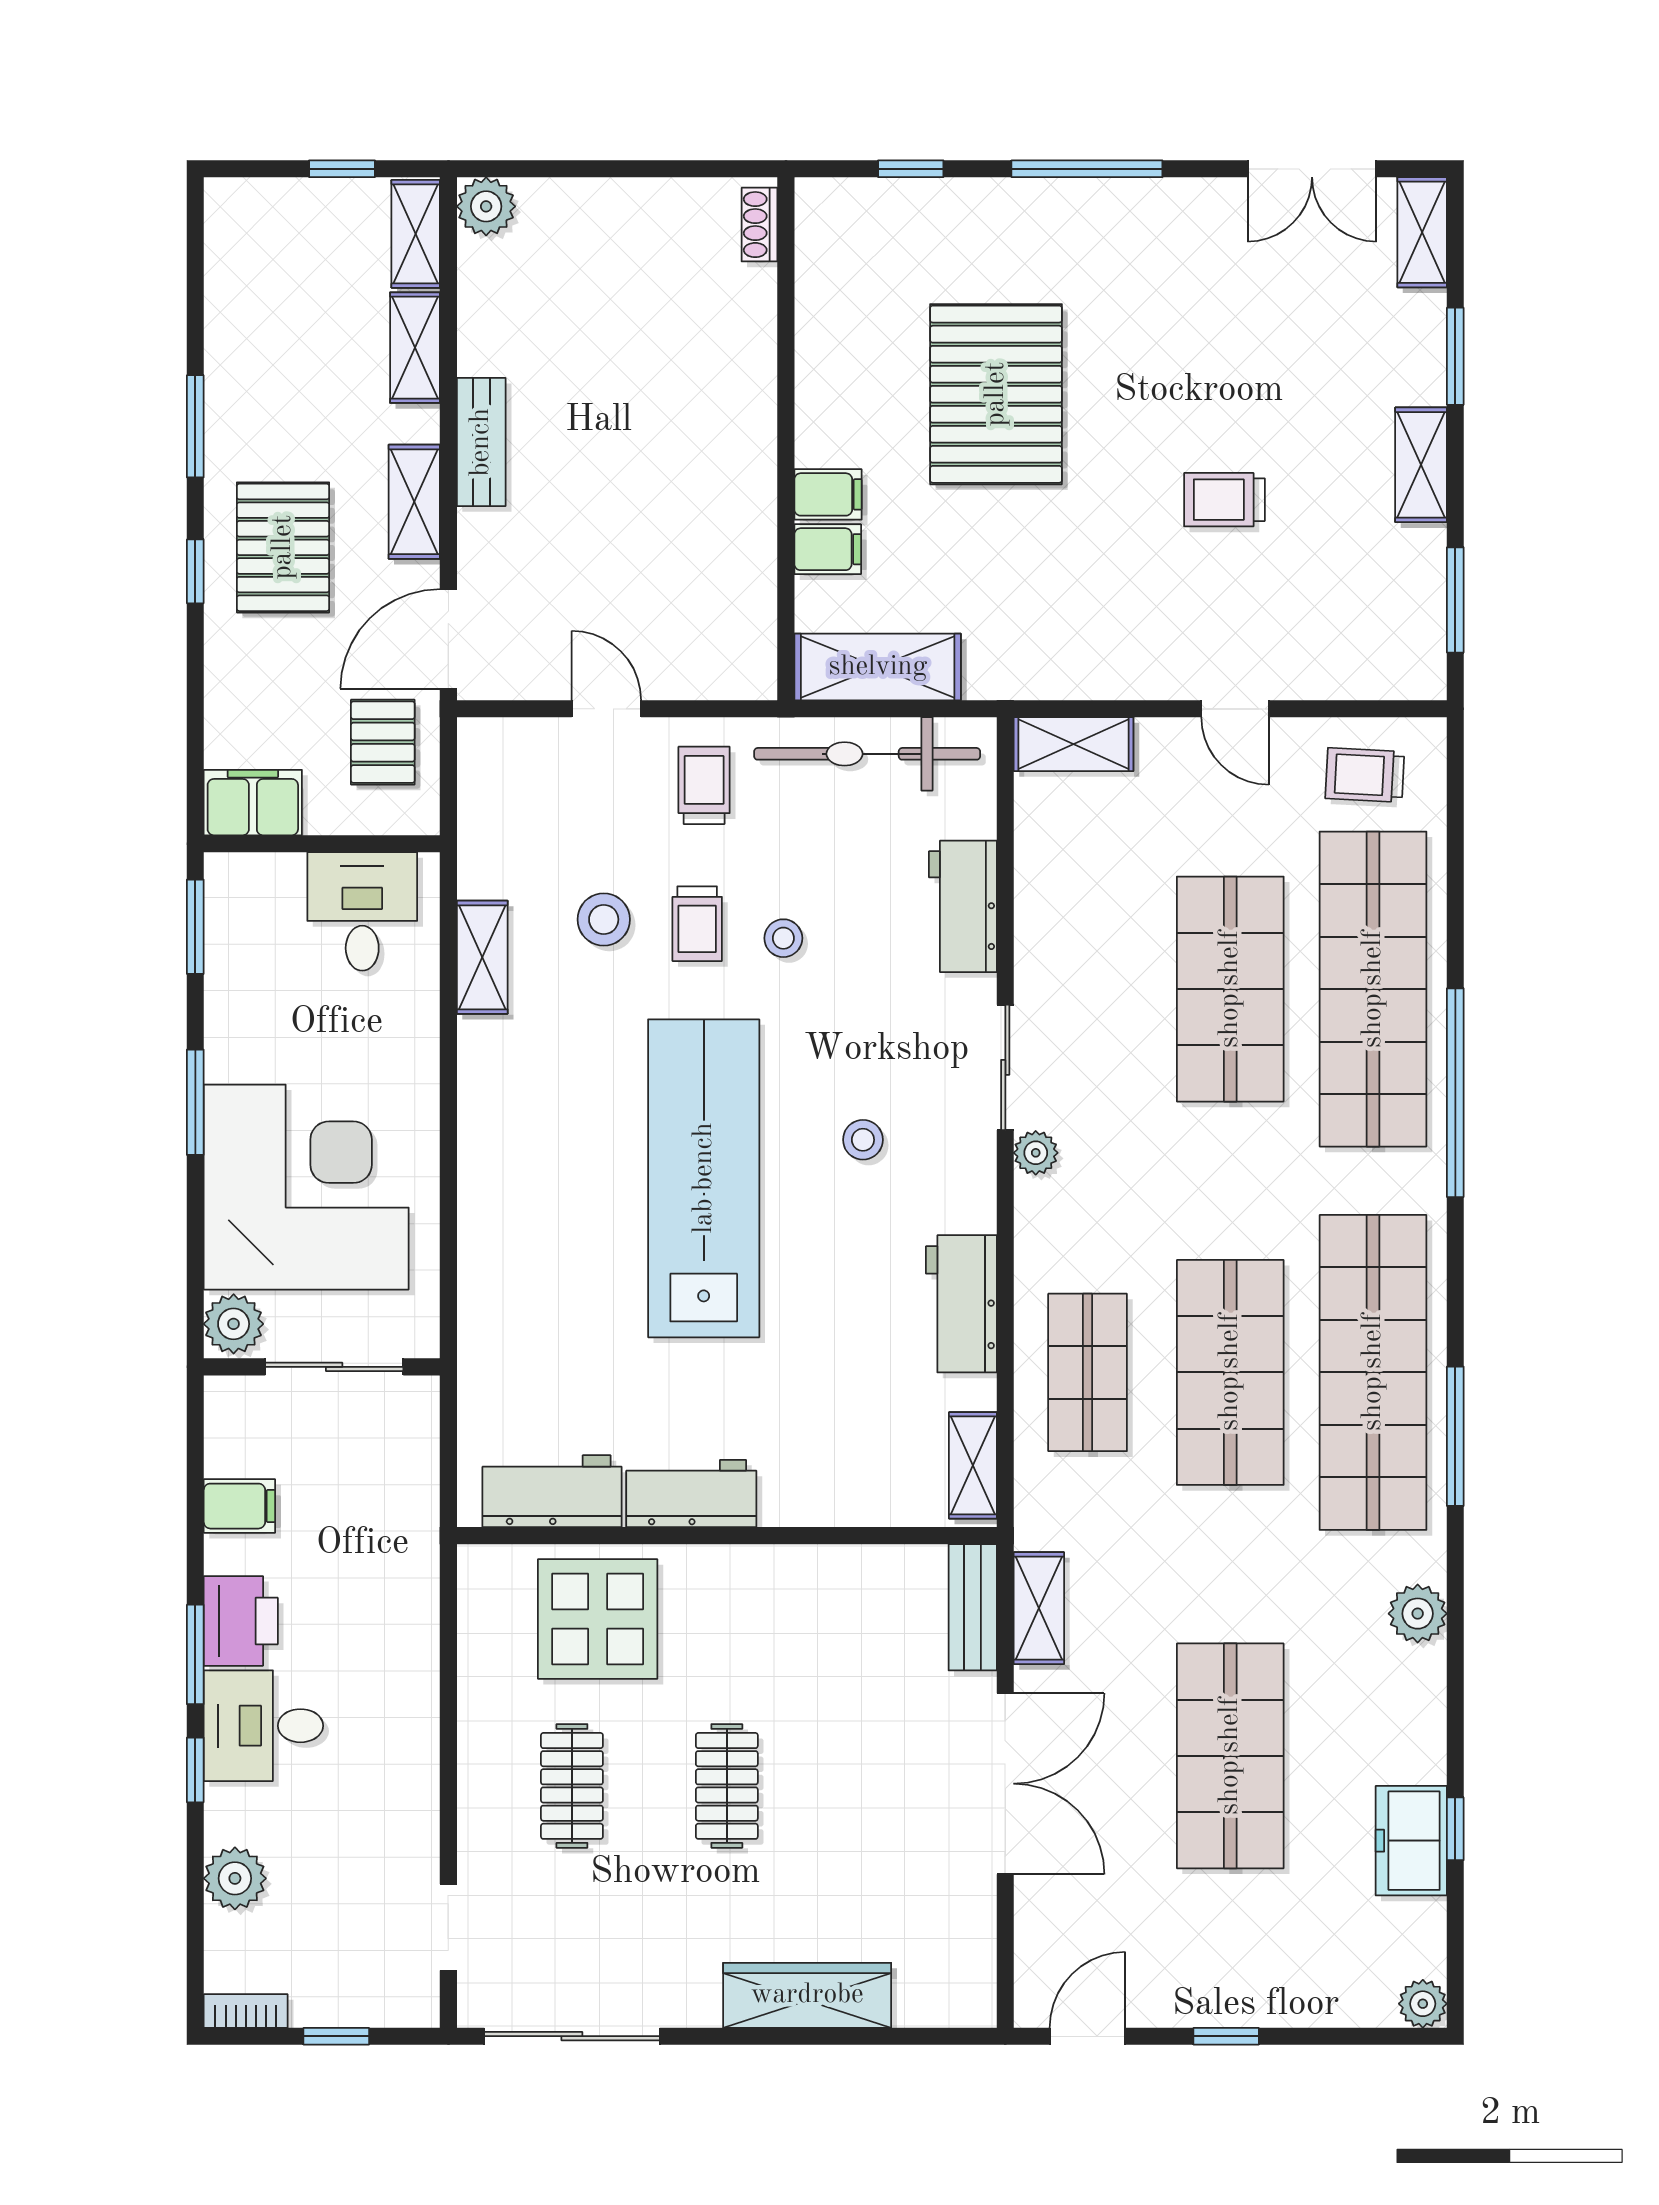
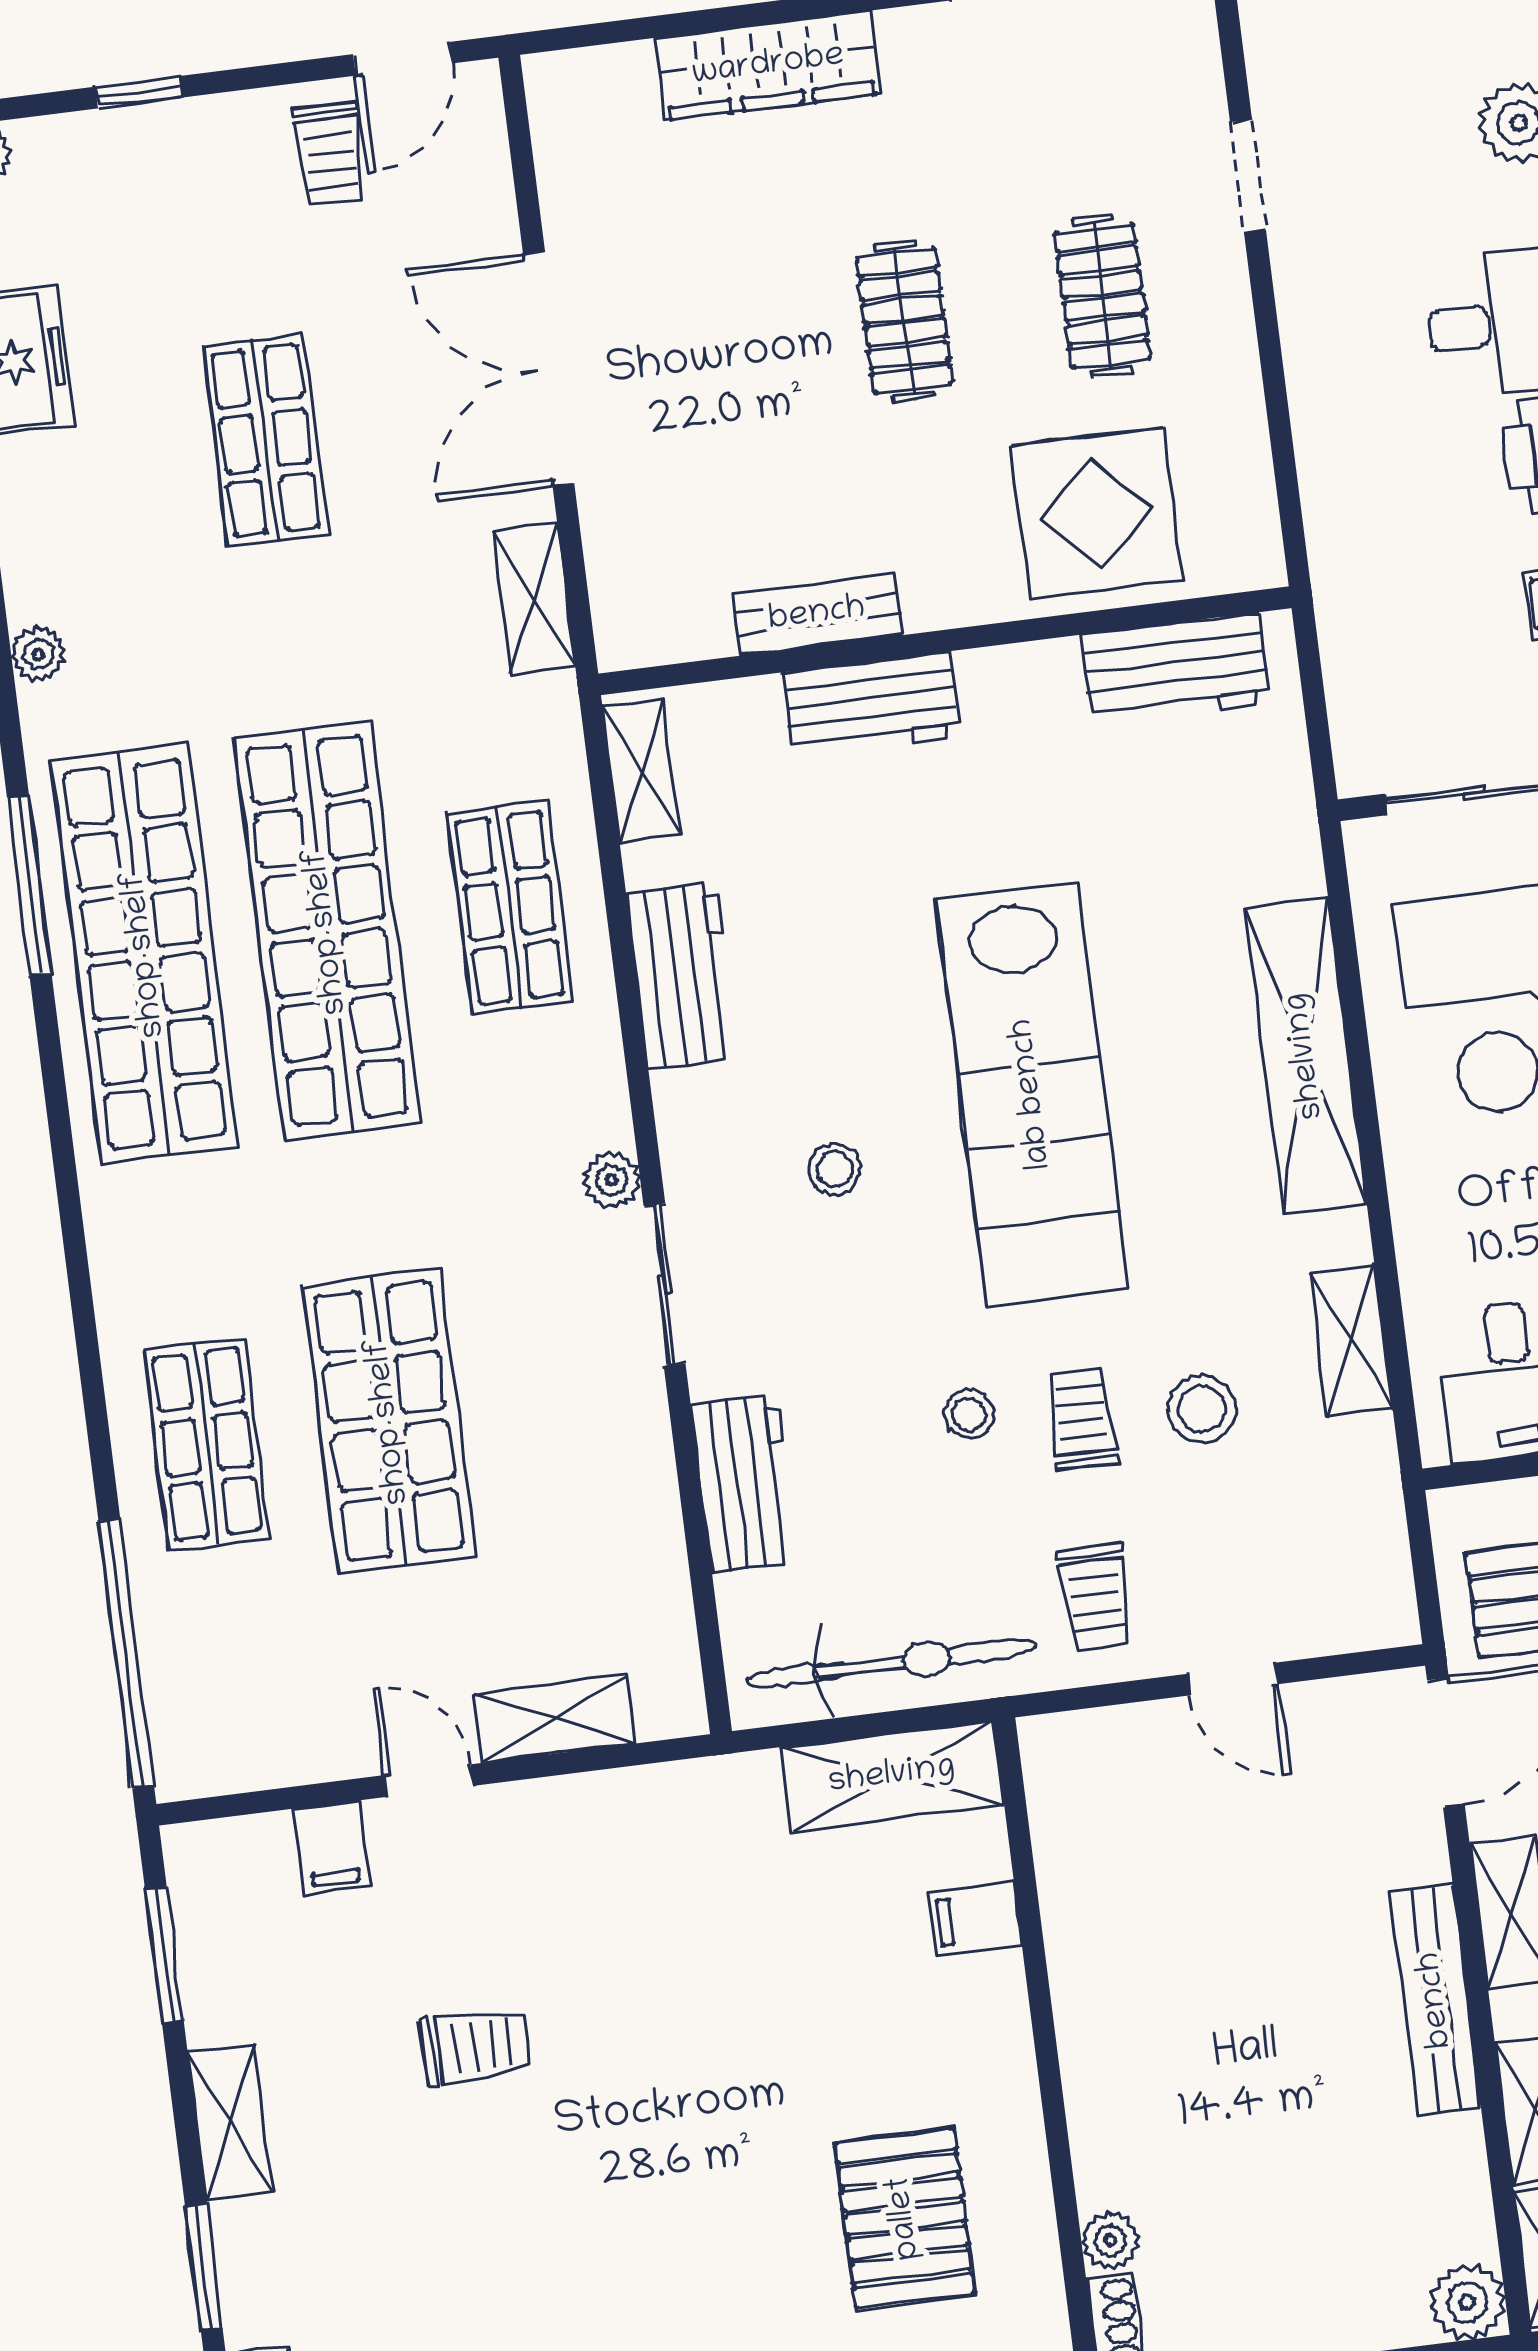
plant: (755, 288) -> (1110, 2240), added
pallet: (996, 394) -> (905, 2218), moved, width x0.73, depth x0.71
bench: (481, 442) -> (1436, 2000), width x1.36
filing cabinet: (828, 494) -> (332, 1847), moved, turned -90
shelving: (1074, 744) -> (554, 1719), moved
trolley: (1365, 775) -> (330, 154), moved, turned 87
shop shelf: (1373, 989) -> (207, 1444), width x0.50, depth x0.74
window: (1455, 1093) -> (126, 1653), moved
shelving: (490, 1181) -> (1306, 1056), added
shop shelf: (1230, 1372) -> (327, 931), width x1.40
workbench: (691, 1494) -> (872, 705), moved
bench: (973, 1607) -> (817, 615), moved, turned 90
plant: (1418, 1614) -> (39, 654), width x0.73, depth x0.73
shop shelf: (1230, 1756) -> (265, 440), width x0.70, depth x0.74
doorway: (448, 1927) -> (1248, 176), moved
window: (1226, 2036) -> (139, 92), moved

